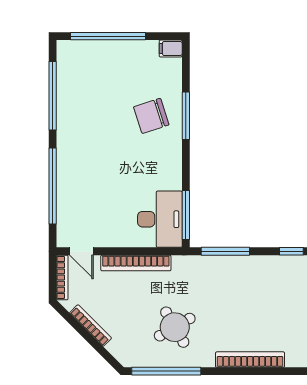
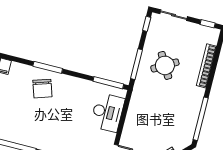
desk: (160, 219) -> (107, 112), moved, turned 90
bookcase: (136, 263) -> (130, 121), removed
round table: (175, 327) -> (165, 65), moved

